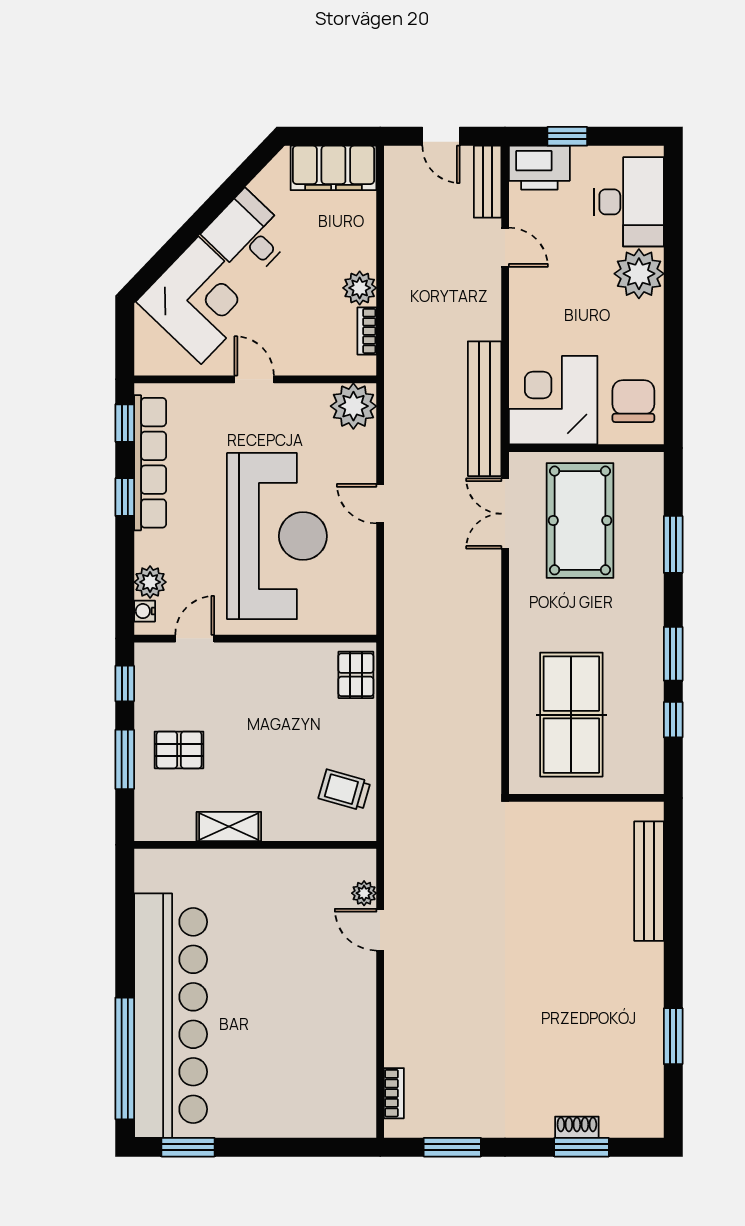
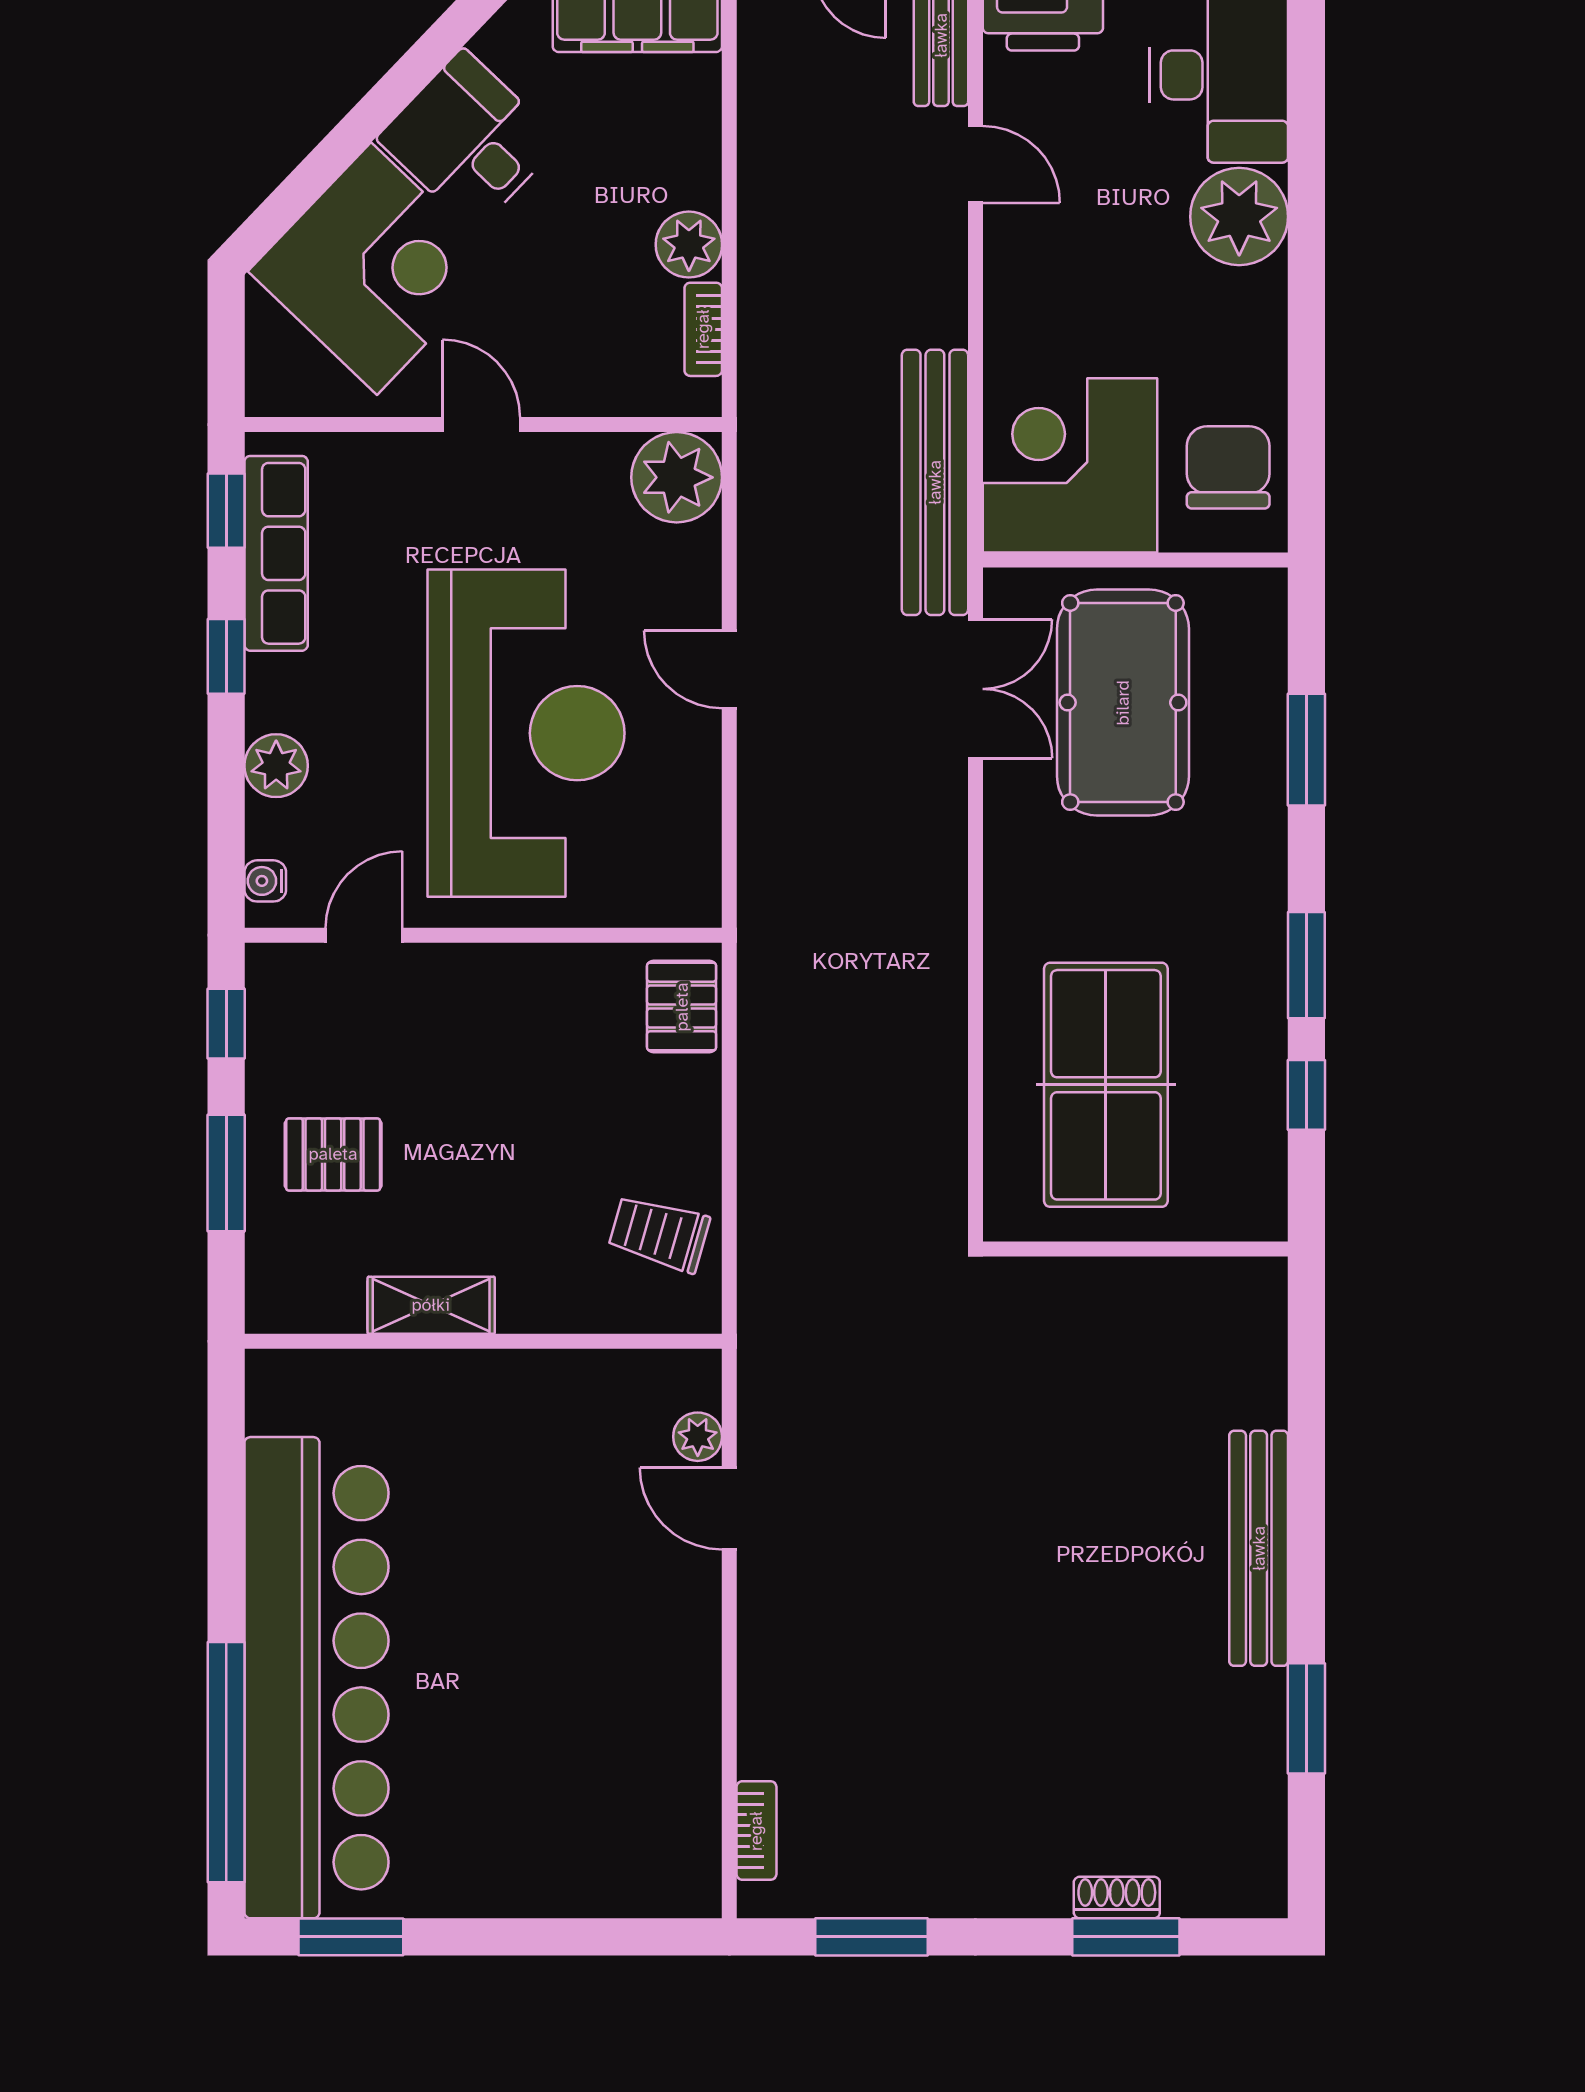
row of seats: (150, 463) -> (276, 553), width x0.73
double door: (505, 514) -> (975, 689), swing flipped
plant: (150, 582) -> (276, 766), moved
bench: (649, 881) -> (1259, 1548), moved

